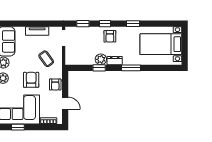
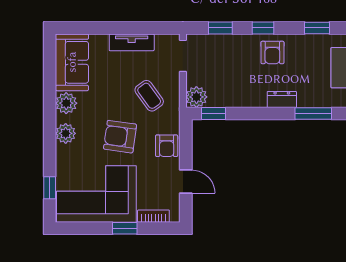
plant: (101, 59) -> (196, 97), moved
window: (99, 68) -> (214, 113), moved
armchair: (31, 80) -> (120, 137), turned -82
window: (18, 127) -> (125, 228), moved

